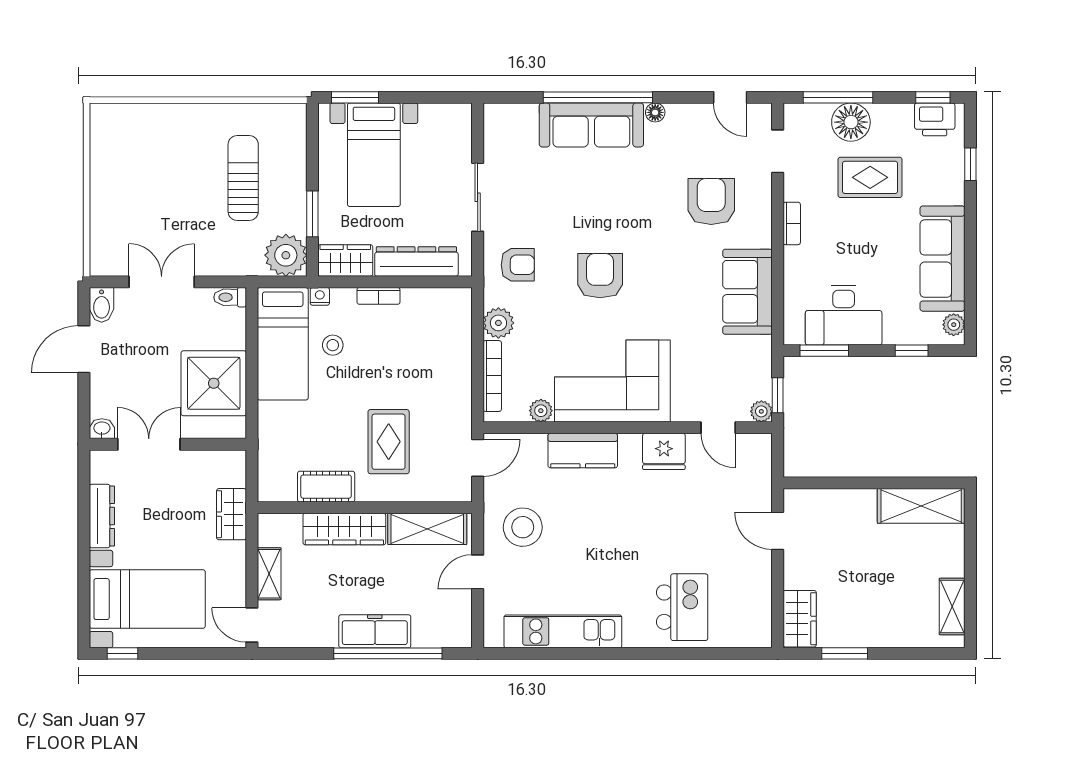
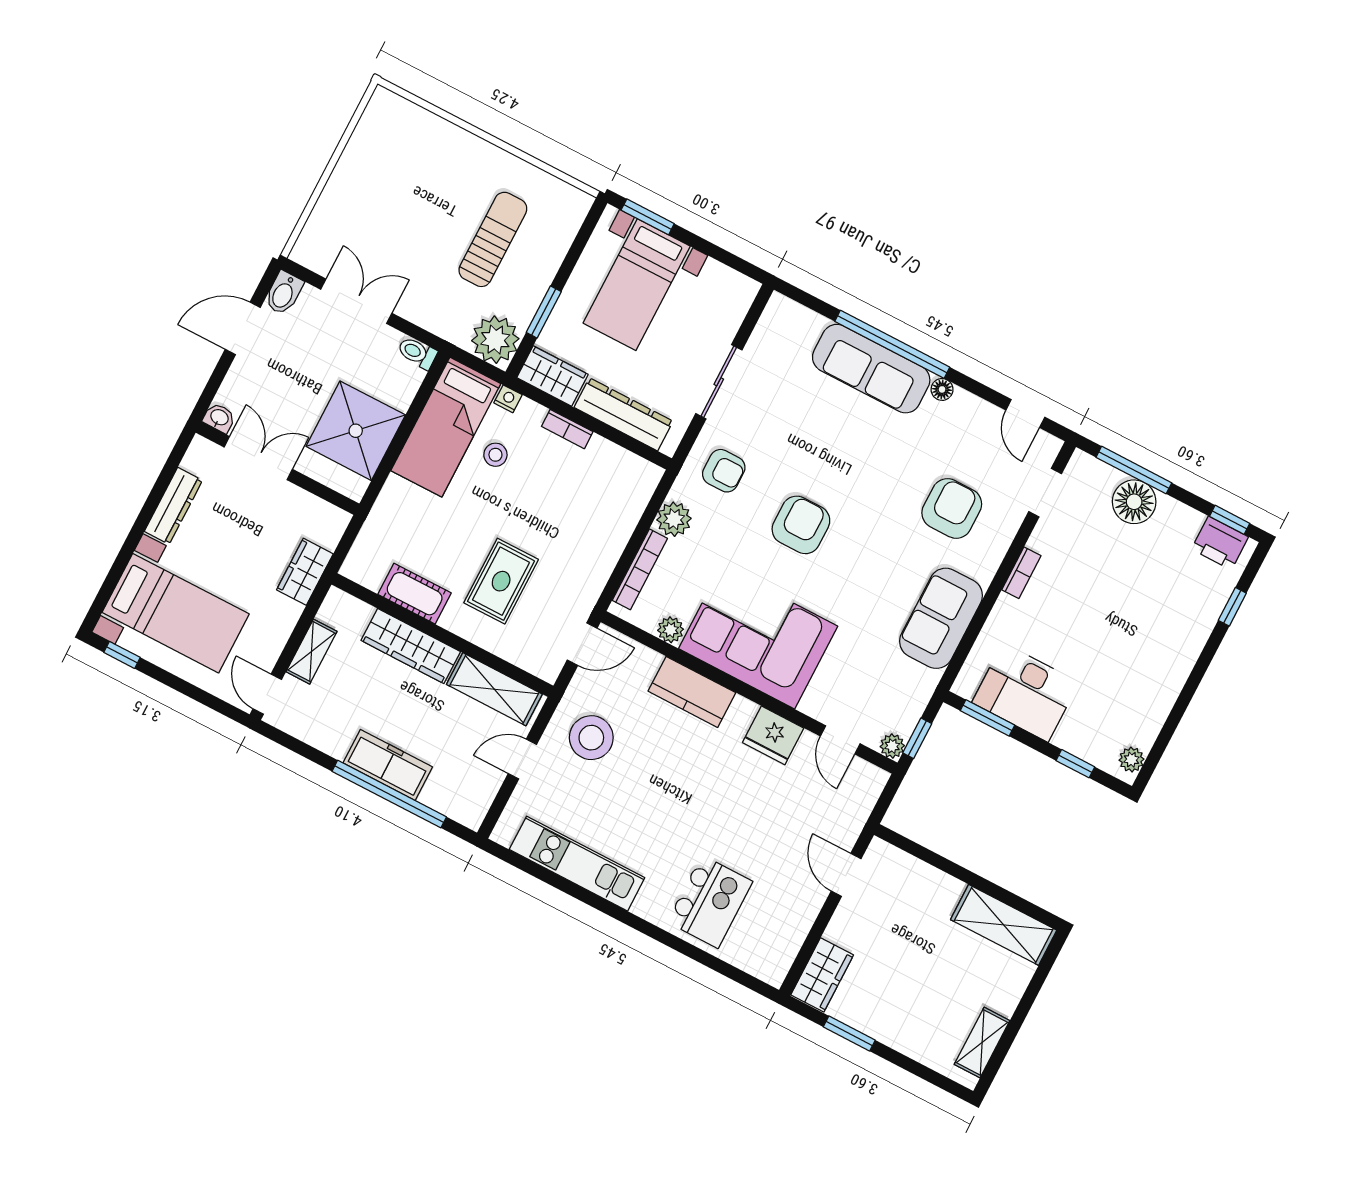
rug: (870, 177) -> (1124, 567), removed
sofa: (942, 259) -> (1155, 687), removed

